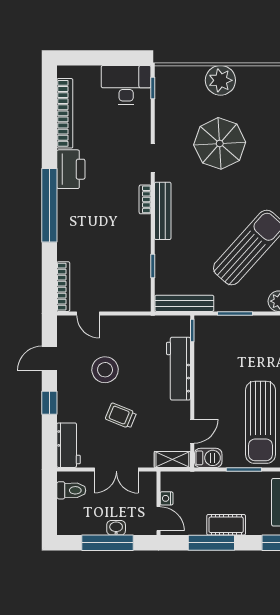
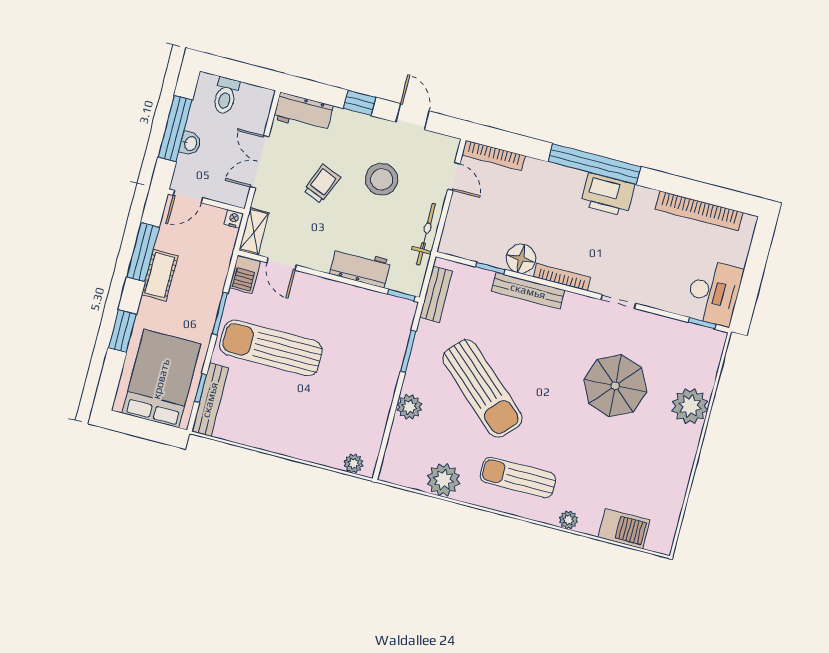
printer: (71, 169) -> (608, 195), moved
bookcase: (145, 199) -> (562, 277), width x1.56
bench: (163, 211) -> (528, 291), moved
floor lamp: (139, 244) -> (521, 259), added
bench: (184, 303) -> (436, 294), width x0.73
door: (88, 313) -> (454, 176), swing flipped
bicycle: (139, 324) -> (426, 234), added
workbench: (178, 369) -> (360, 267), width x0.73
toilet: (71, 490) -> (226, 96), moved
nightstand: (167, 498) -> (234, 219), moved

